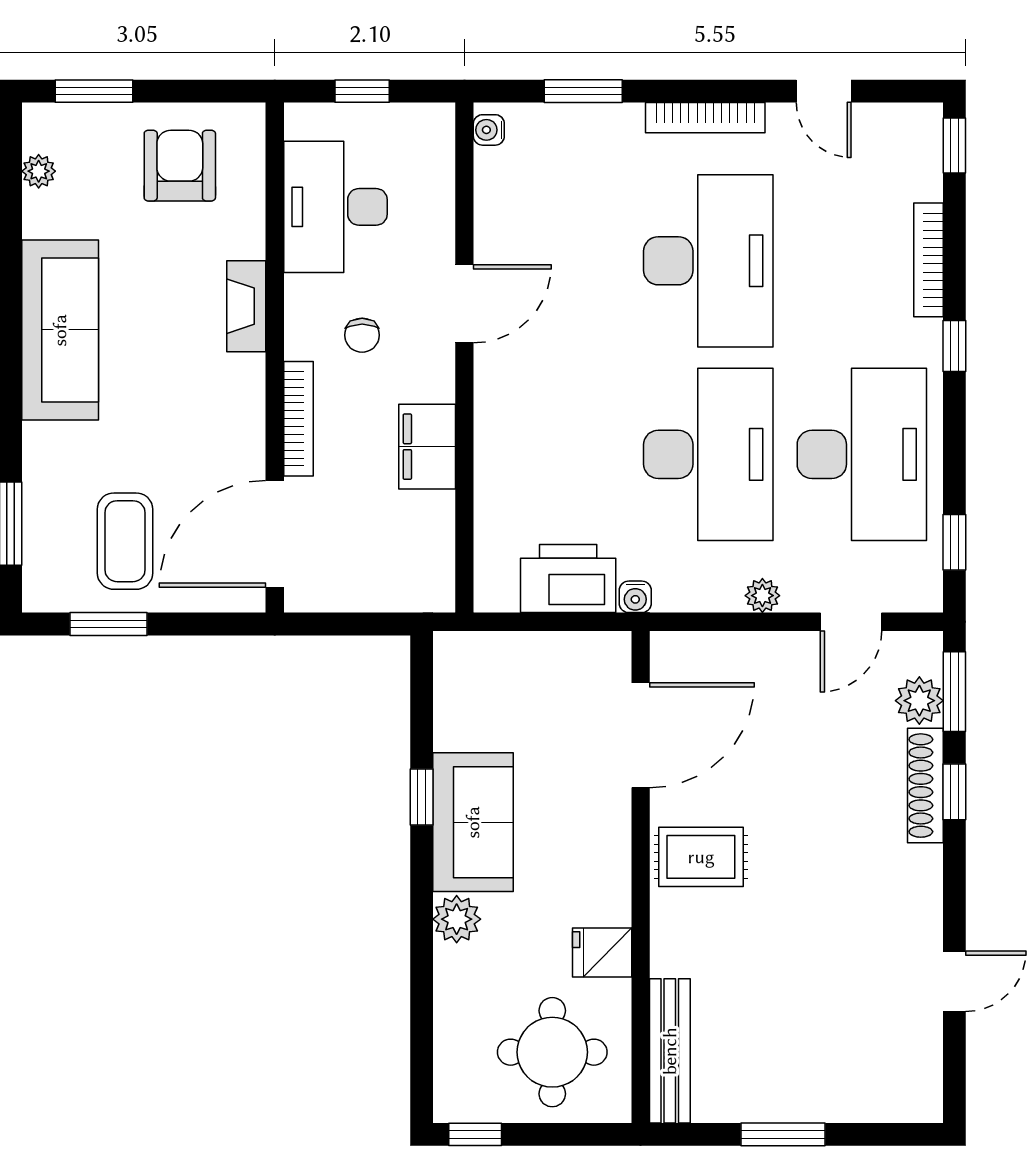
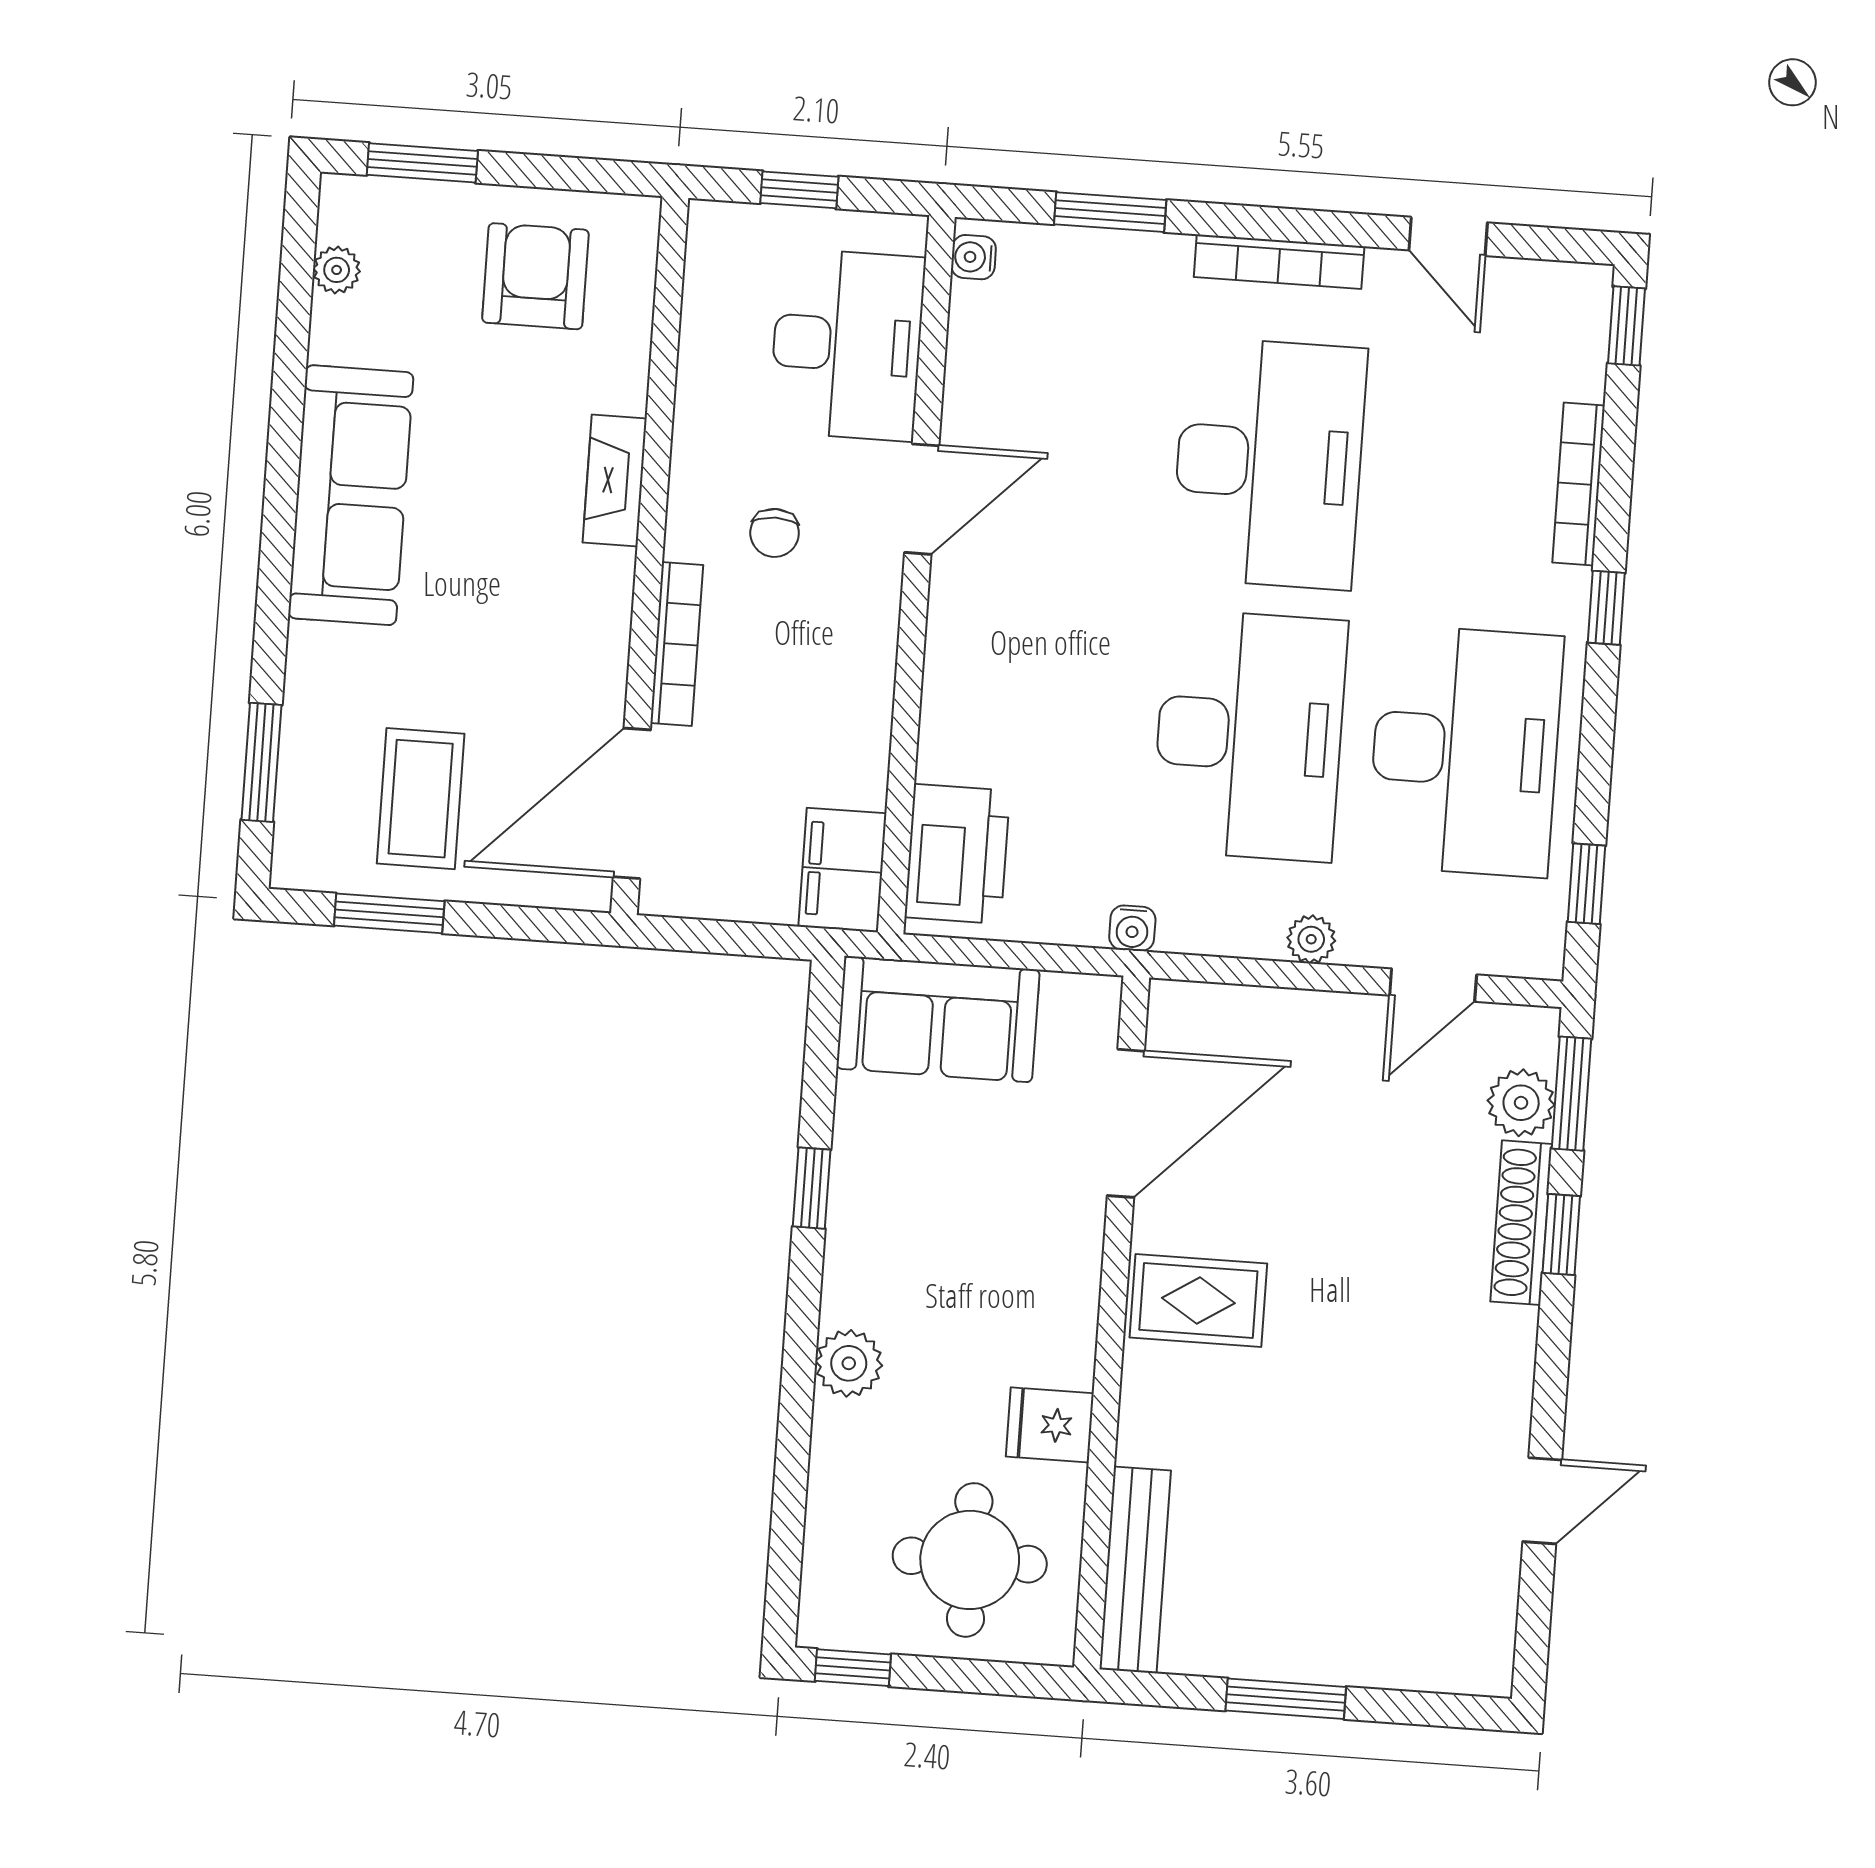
desk: (335, 207) -> (847, 345), moved, turned 180
filing cabinet: (427, 447) -> (842, 870), moved
printer: (568, 579) -> (957, 854), moved, turned 90
sofa: (473, 822) -> (938, 1019), moved, turned 90

